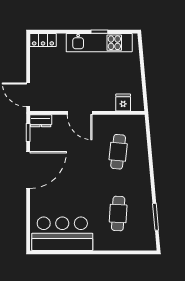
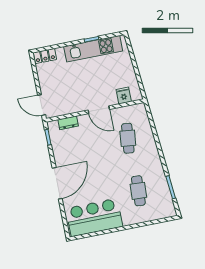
door: (80, 113) -> (99, 110), moved
dresser: (41, 121) -> (68, 123), moved
door: (28, 170) -> (57, 183), moved

